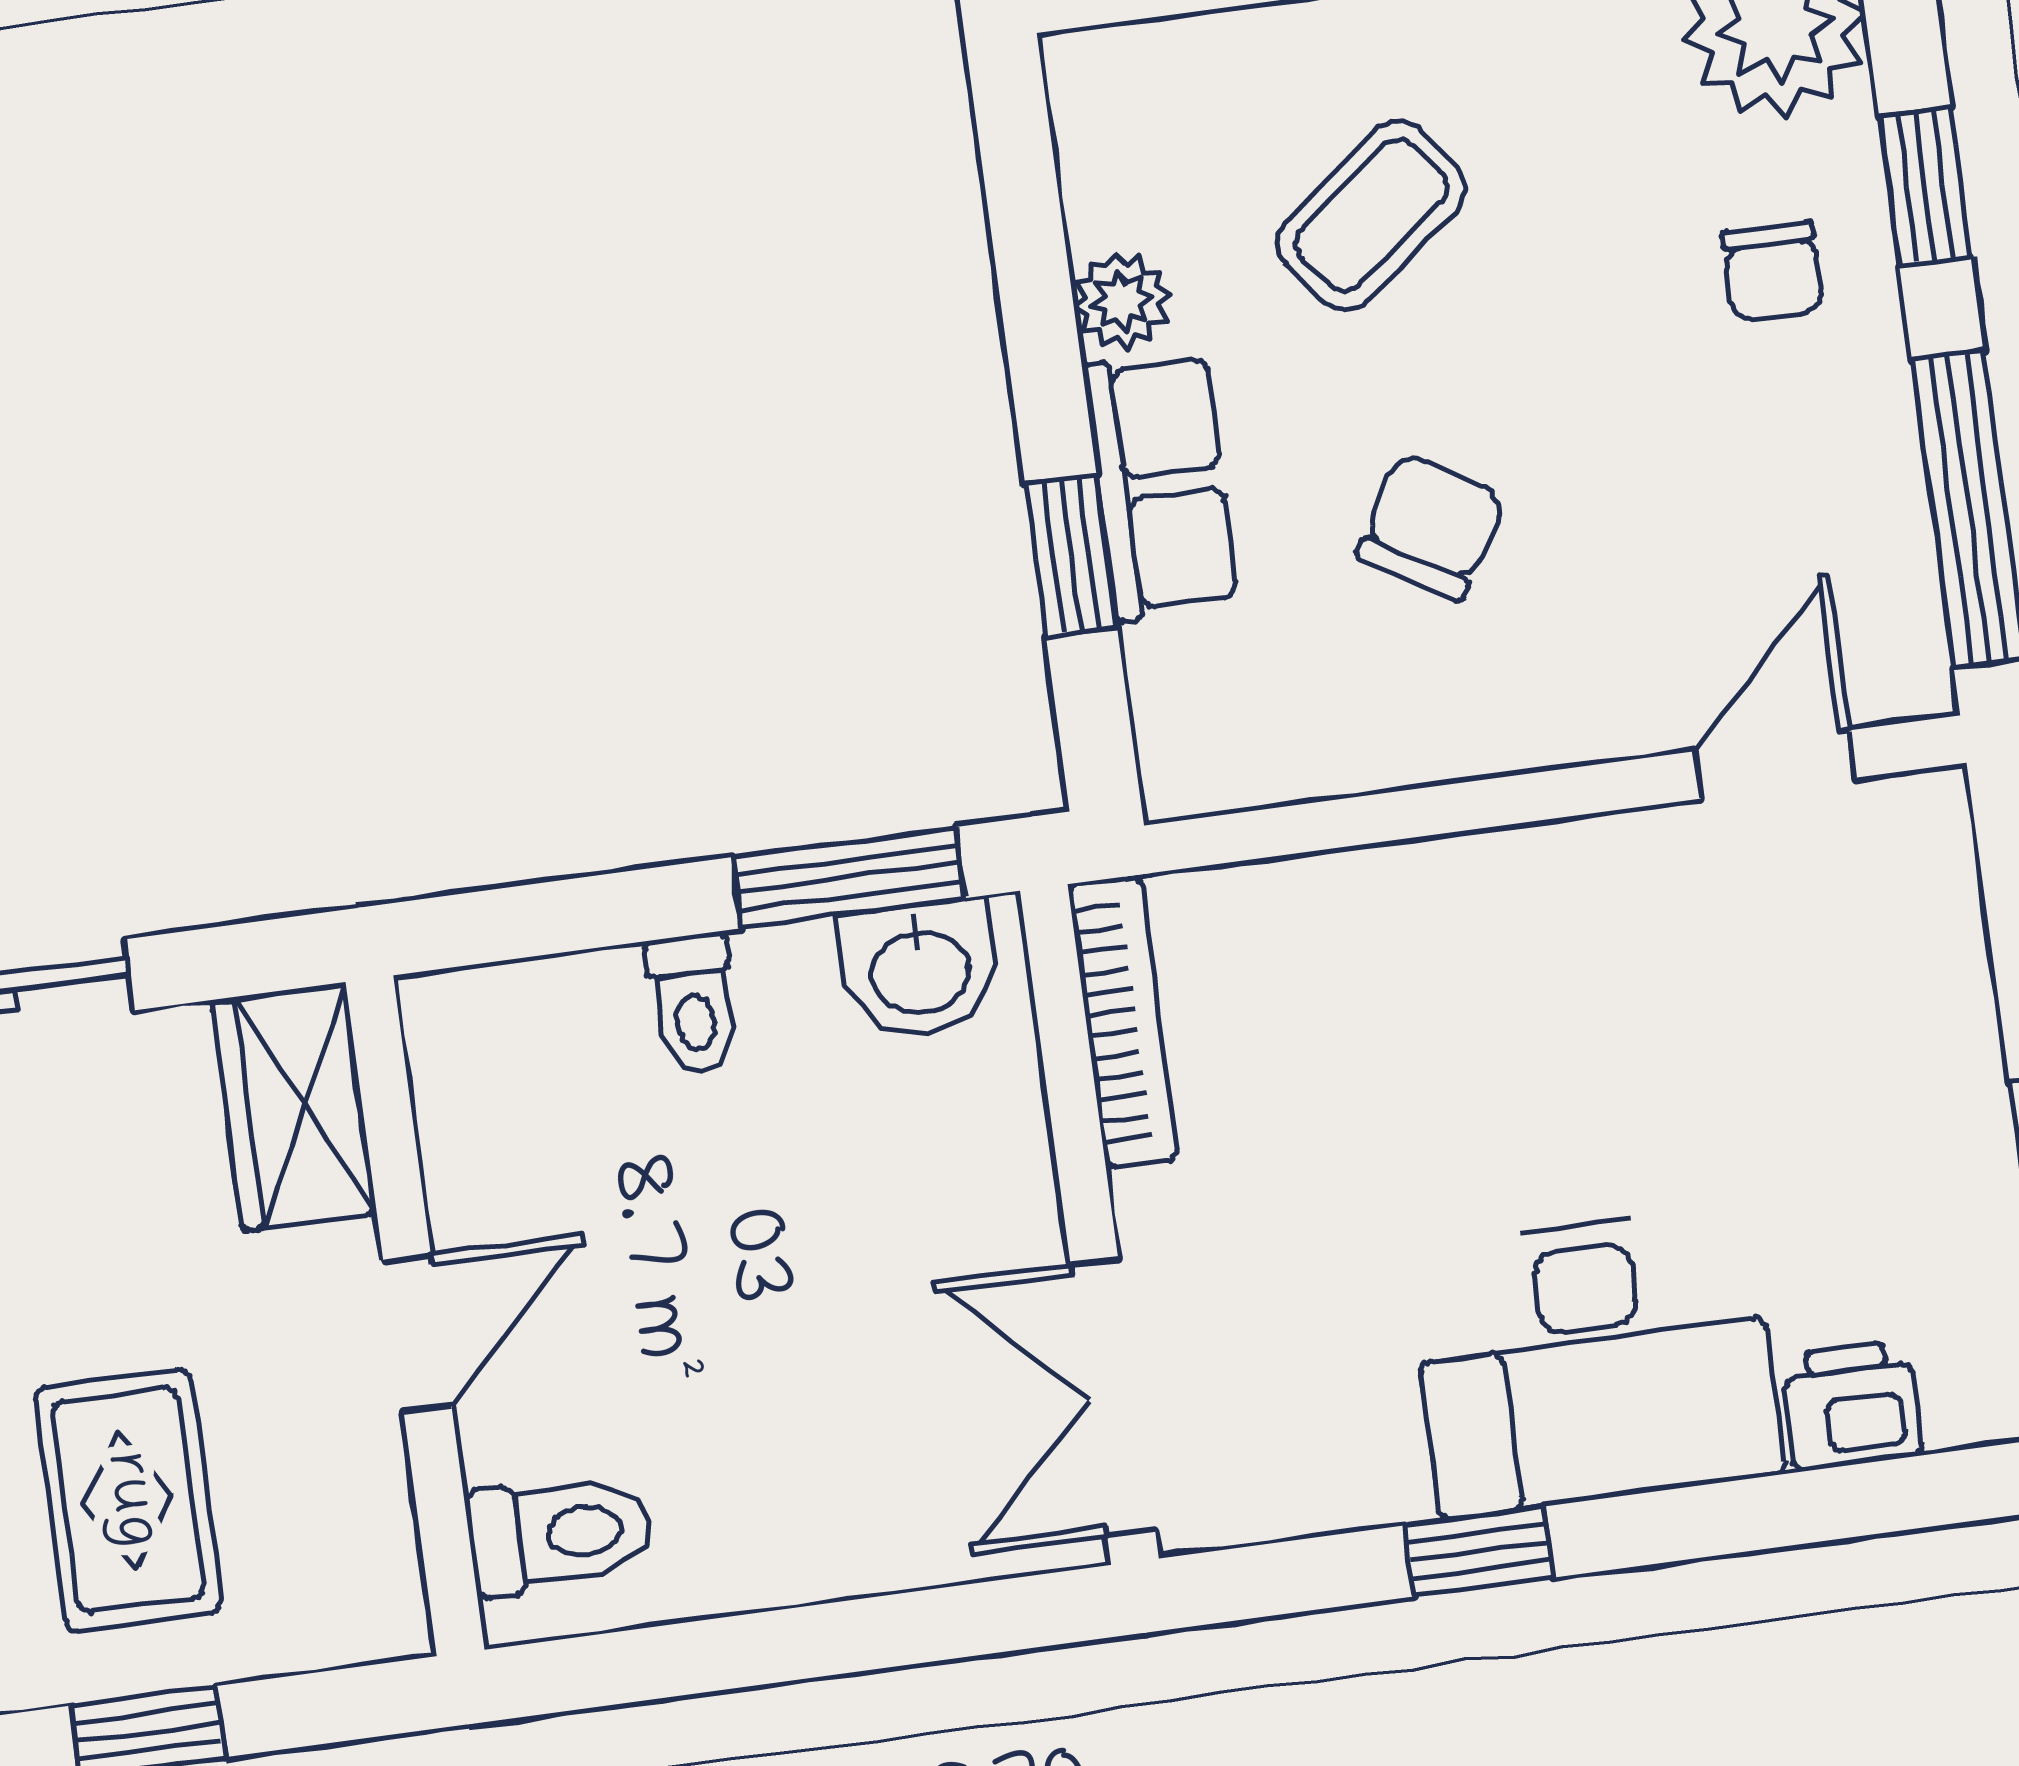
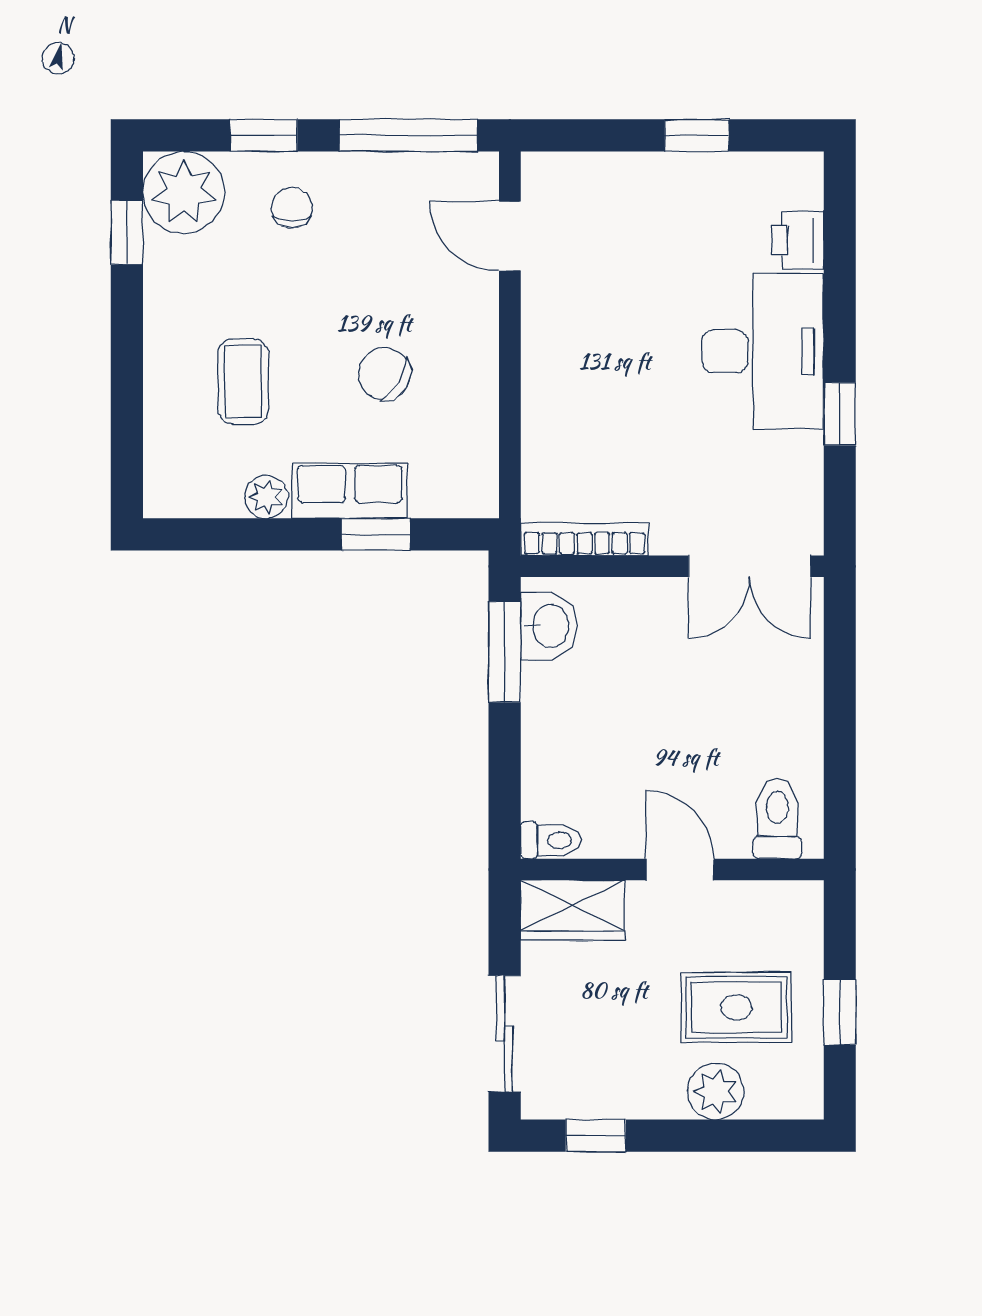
coffee table: (1372, 215) -> (243, 381), turned 38
chair: (1772, 271) -> (292, 208), turned -90
toilet: (693, 1004) -> (551, 840), moved

